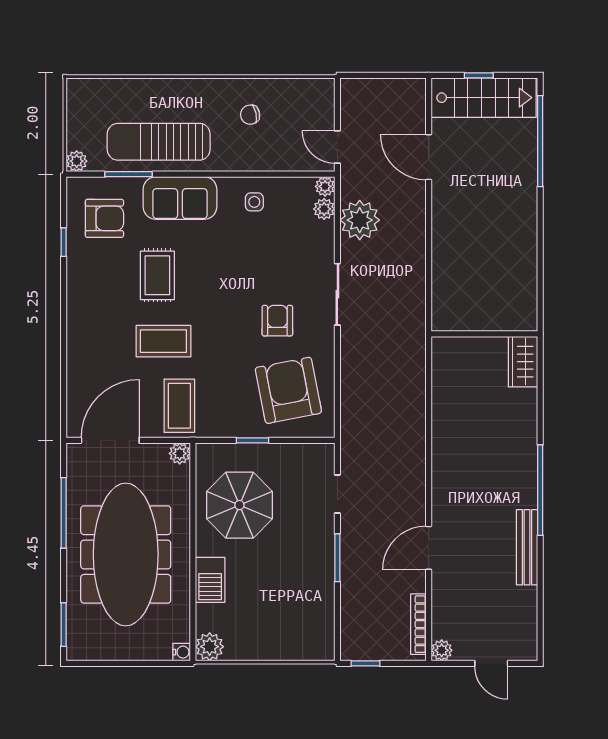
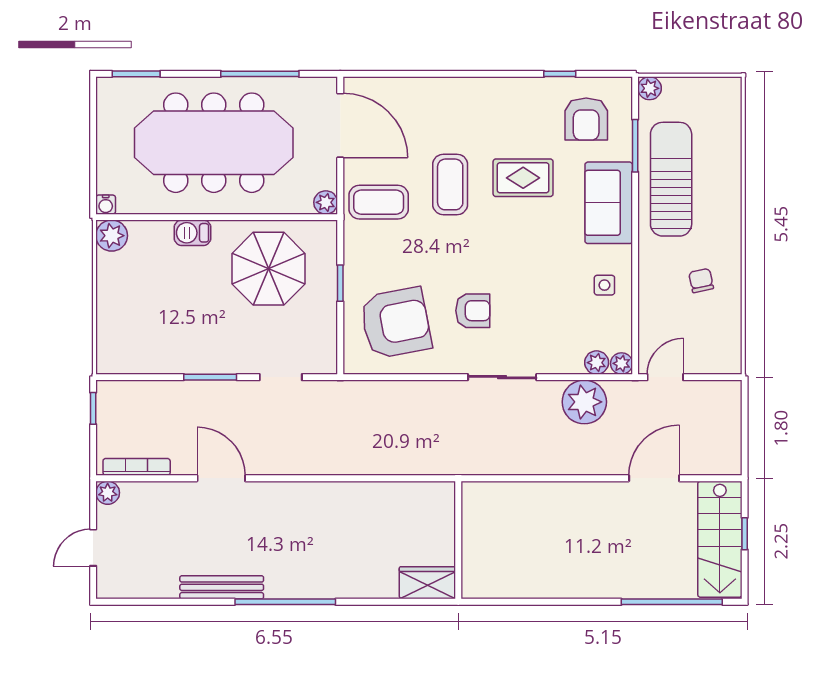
barbecue: (210, 580) -> (192, 233), width x0.73, depth x0.79

